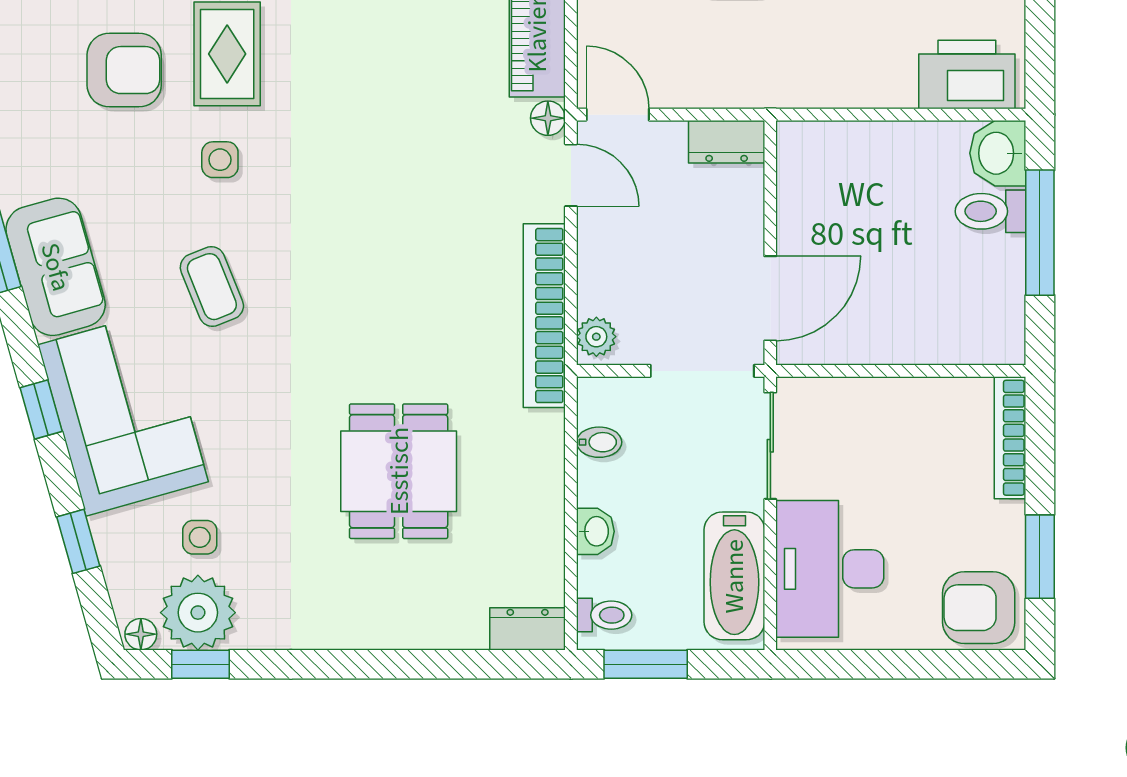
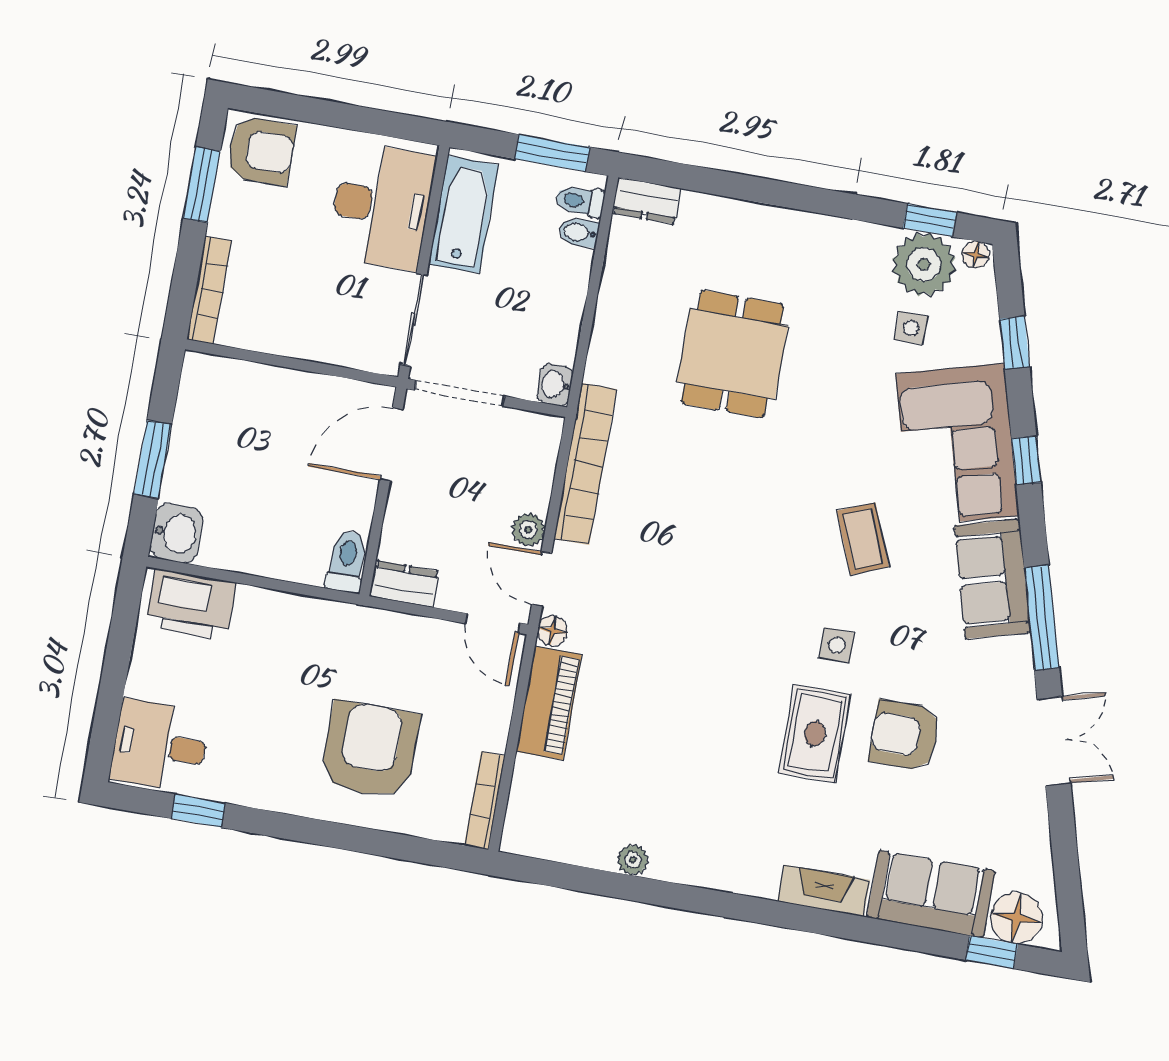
toilet: (990, 211) -> (347, 561), moved, turned -90
window: (1040, 233) -> (153, 459), width x0.69
plant: (596, 337) -> (528, 530), moved
bidet: (599, 442) -> (579, 232), moved
washbasin: (595, 531) -> (555, 385), moved

